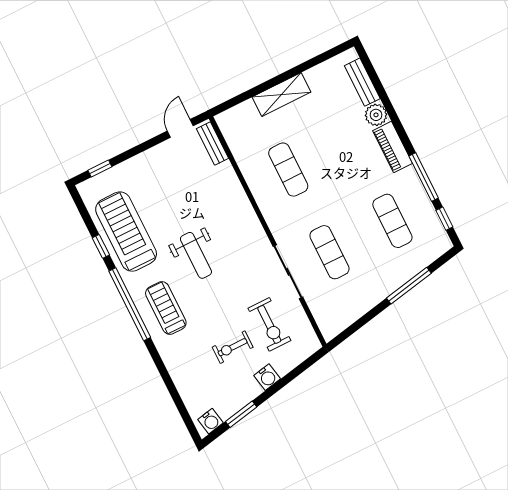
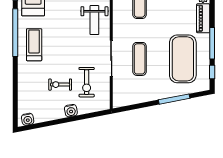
exercise mat: (392, 221) -> (183, 59), width x2.00, depth x1.45
weight bench: (196, 255) -> (94, 20), moved
window: (241, 414) -> (46, 124), removed

